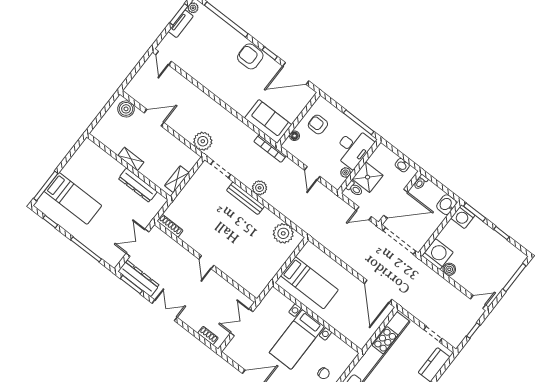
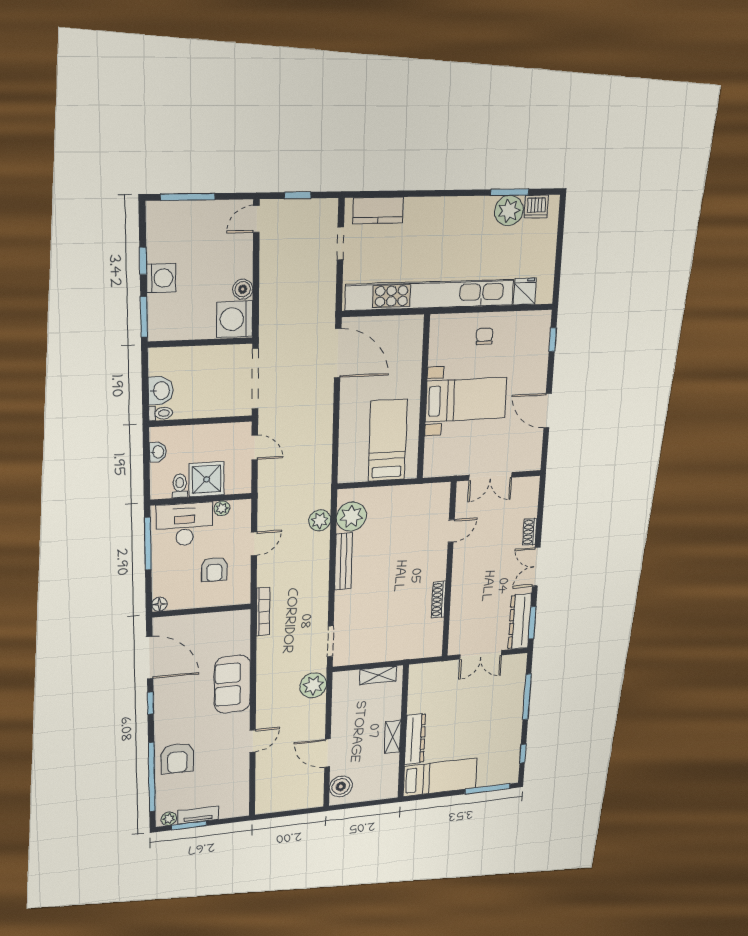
armchair: (250, 56) -> (177, 758), moved
door: (163, 58) -> (253, 741), moved
sofa: (268, 121) -> (232, 684), moved
armchair: (318, 124) -> (214, 569), moved
floor lamp: (295, 136) -> (160, 604), moved
dresser: (138, 185) -> (415, 739), moved
plant: (260, 188) -> (320, 520), moved
toilet: (354, 189) -> (180, 486), moved
bed: (73, 198) -> (440, 777), moved, turned 90
bench: (245, 198) -> (343, 561), moved
door: (396, 204) -> (212, 421), removed
washbasin: (447, 205) -> (161, 391), moved, turned -90
washing machine: (463, 217) -> (161, 278), moved
shoe rack: (170, 226) -> (439, 600), moved
door: (206, 262) -> (451, 531), moved
door: (378, 292) -> (338, 353), hinge flipped
door: (478, 302) -> (256, 219), hinge flipped
shoe rack: (208, 335) -> (530, 532), moved

